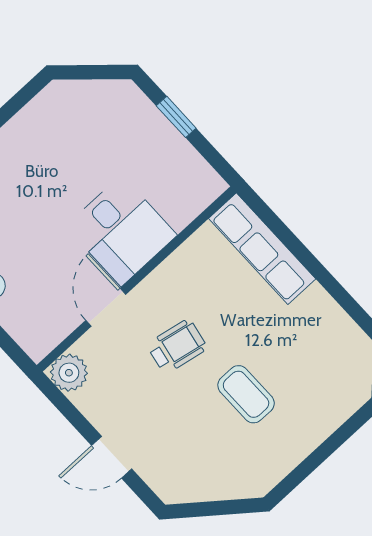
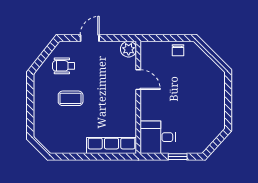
desk: (121, 231) -> (158, 137), moved
wheelchair: (177, 346) -> (64, 66), moved, turned 79

